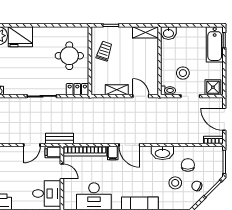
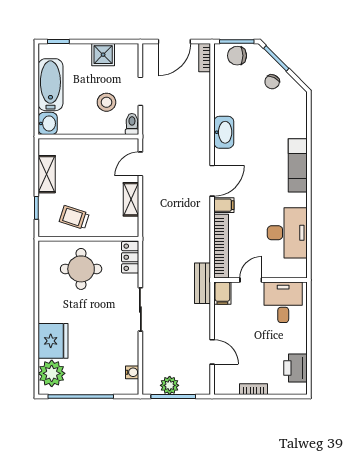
shelving: (146, 32) -> (47, 174), moved
bathtub: (215, 44) -> (50, 85), moved, turned -90
shower: (213, 87) -> (103, 55), moved
door: (32, 145) -> (212, 352), moved
chair: (188, 165) -> (237, 56), moved
stool: (175, 183) -> (268, 113), removed

